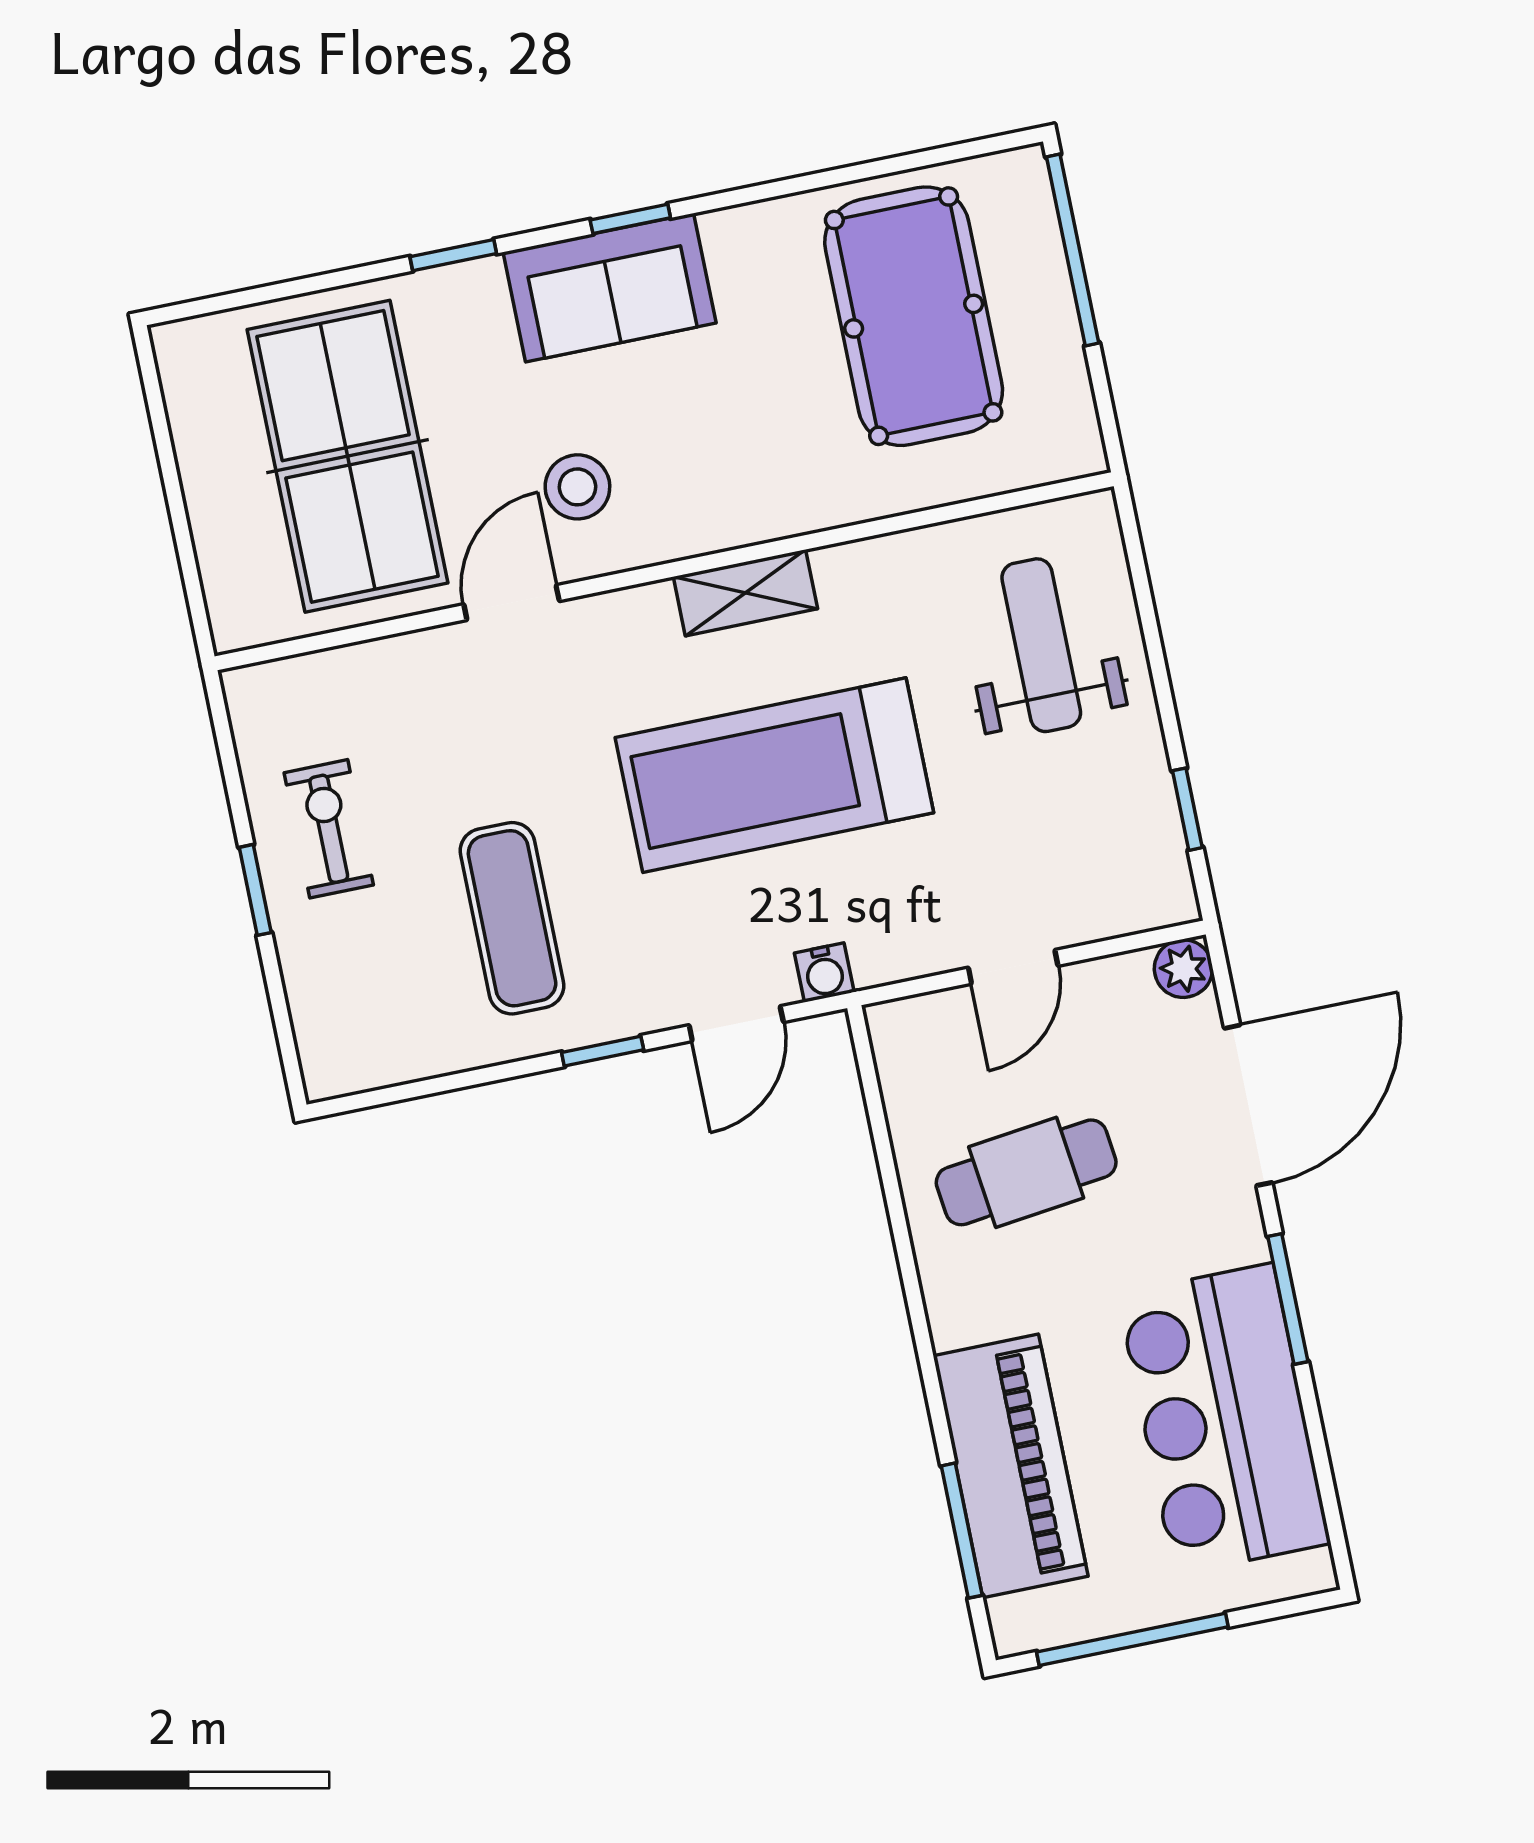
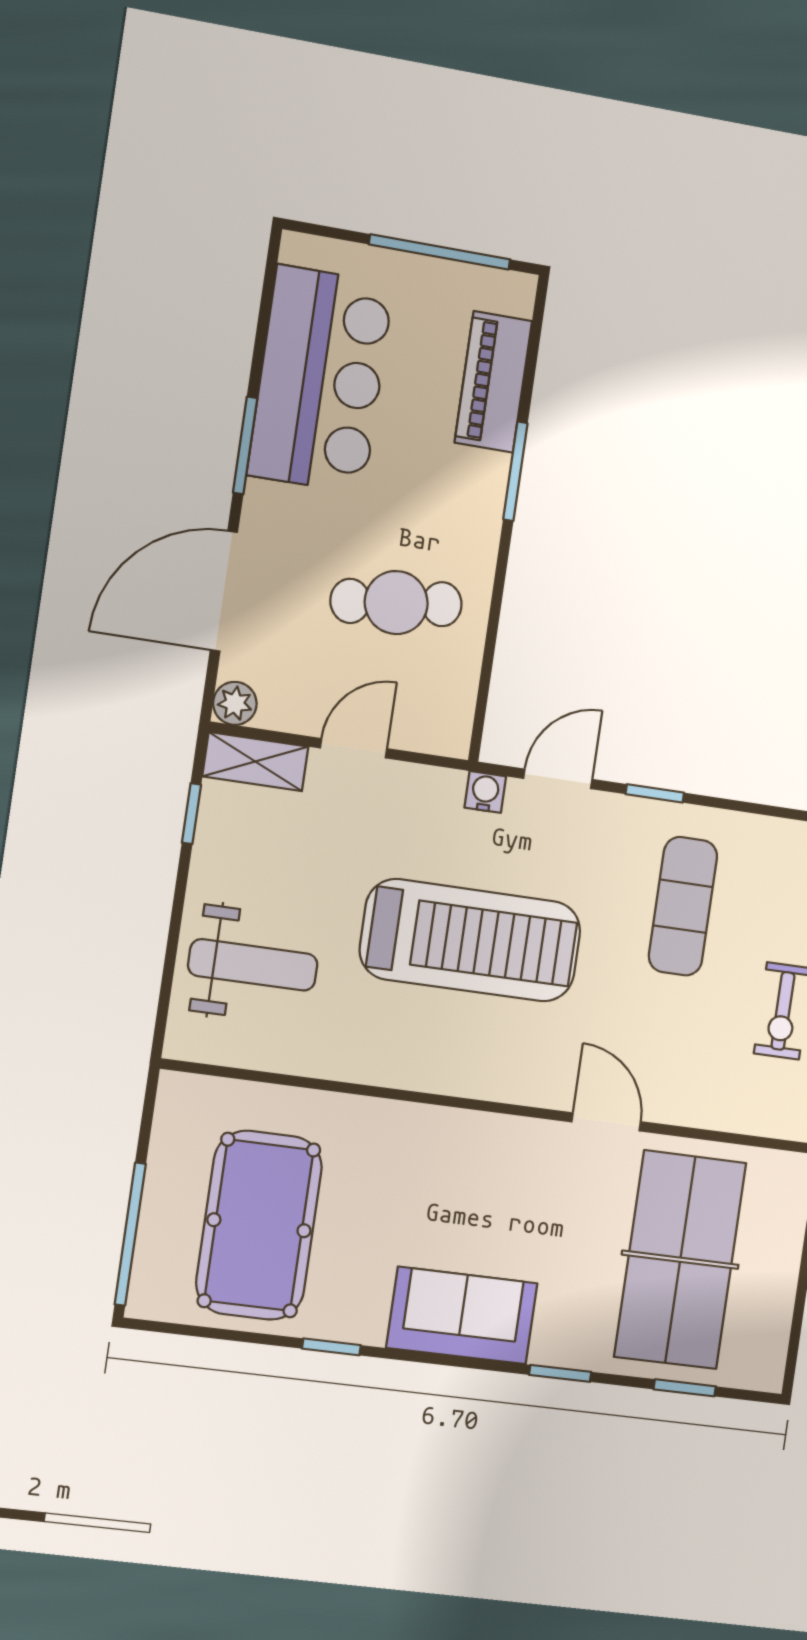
window: (630, 219) -> (331, 1347), moved
window: (280, 291) -> (685, 1388), added
stool: (577, 487) -> (533, 1186), removed
shelving: (745, 593) -> (255, 762), moved
door: (512, 603) -> (606, 1122), swing flipped
weight bench: (1041, 645) -> (253, 965), turned -90
piano: (1011, 1466) -> (493, 382), width x0.73, depth x0.75
window: (962, 1531) -> (515, 471), moved

